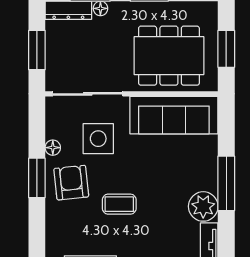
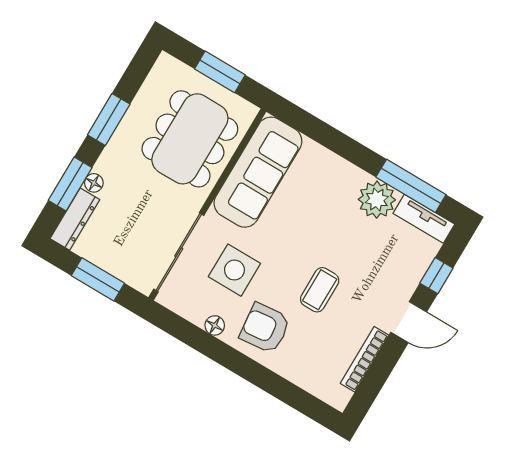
window: (37, 178) -> (237, 363), removed
window: (226, 183) -> (411, 186), moved

